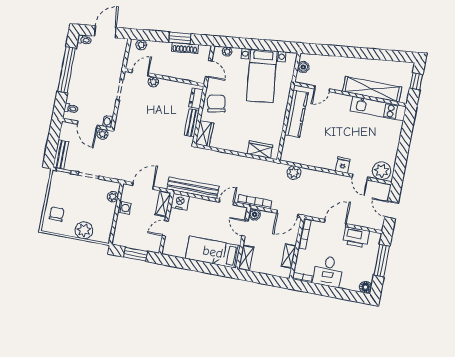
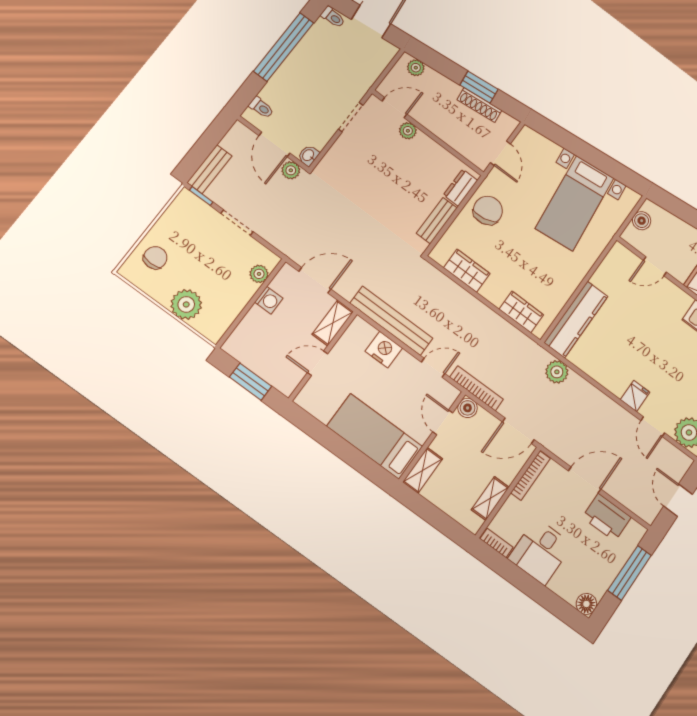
plant: (227, 52) -> (540, 142), removed
kitchen counter: (296, 114) -> (576, 319), moved
wardrobe: (205, 134) -> (467, 271), moved, turned -90
nightstand: (180, 202) -> (384, 350), moved

